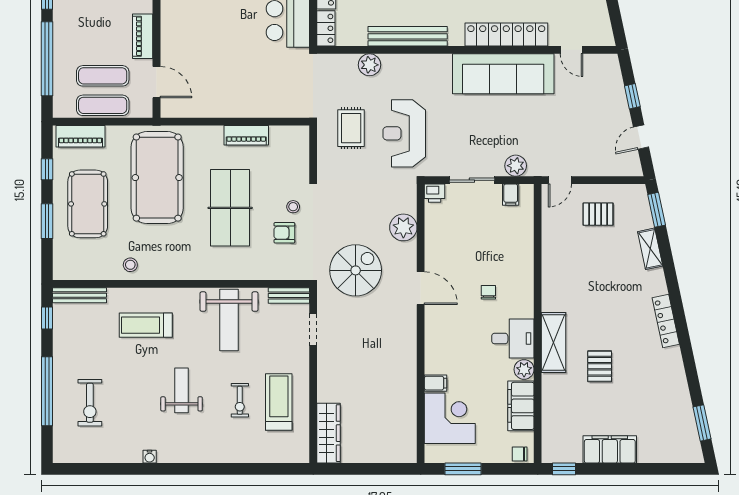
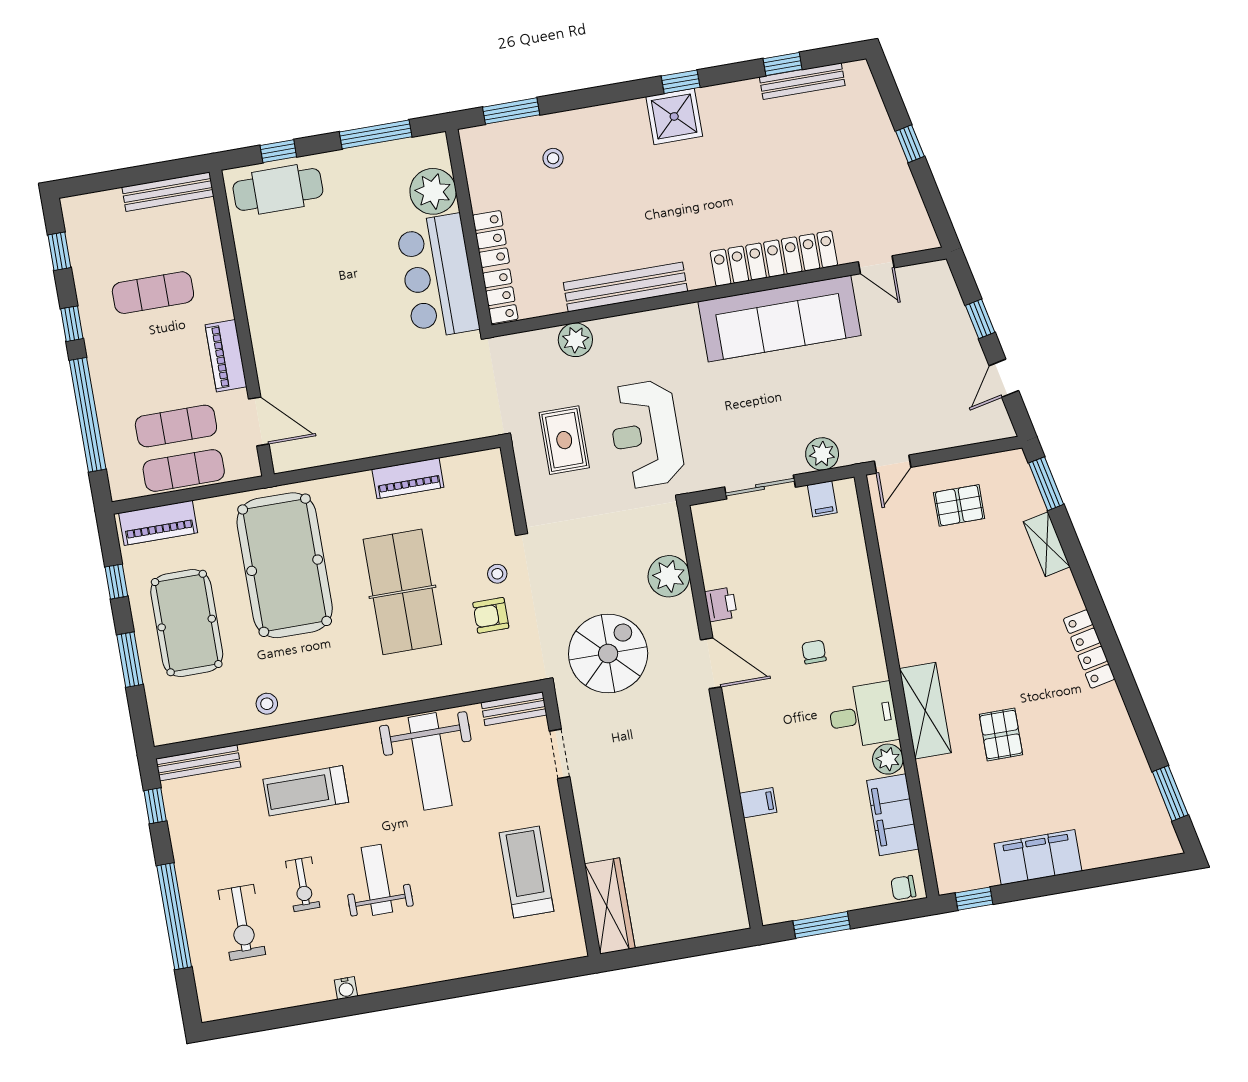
printer: (435, 193) -> (721, 604), moved, turned -90
exercise bike: (240, 400) -> (303, 884), moved
corner desk: (450, 418) -> (789, 852), removed

